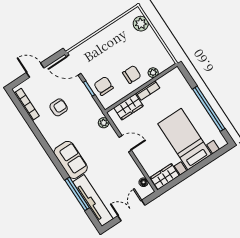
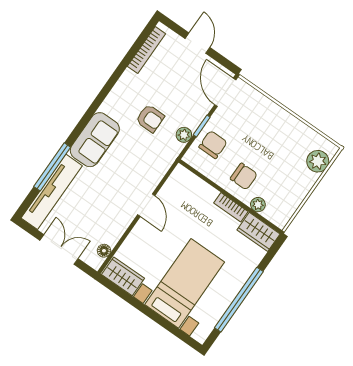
armchair: (59, 107) -> (150, 118), moved
wardrobe: (129, 107) -> (258, 232), moved
plant: (104, 123) -> (184, 135), moved

